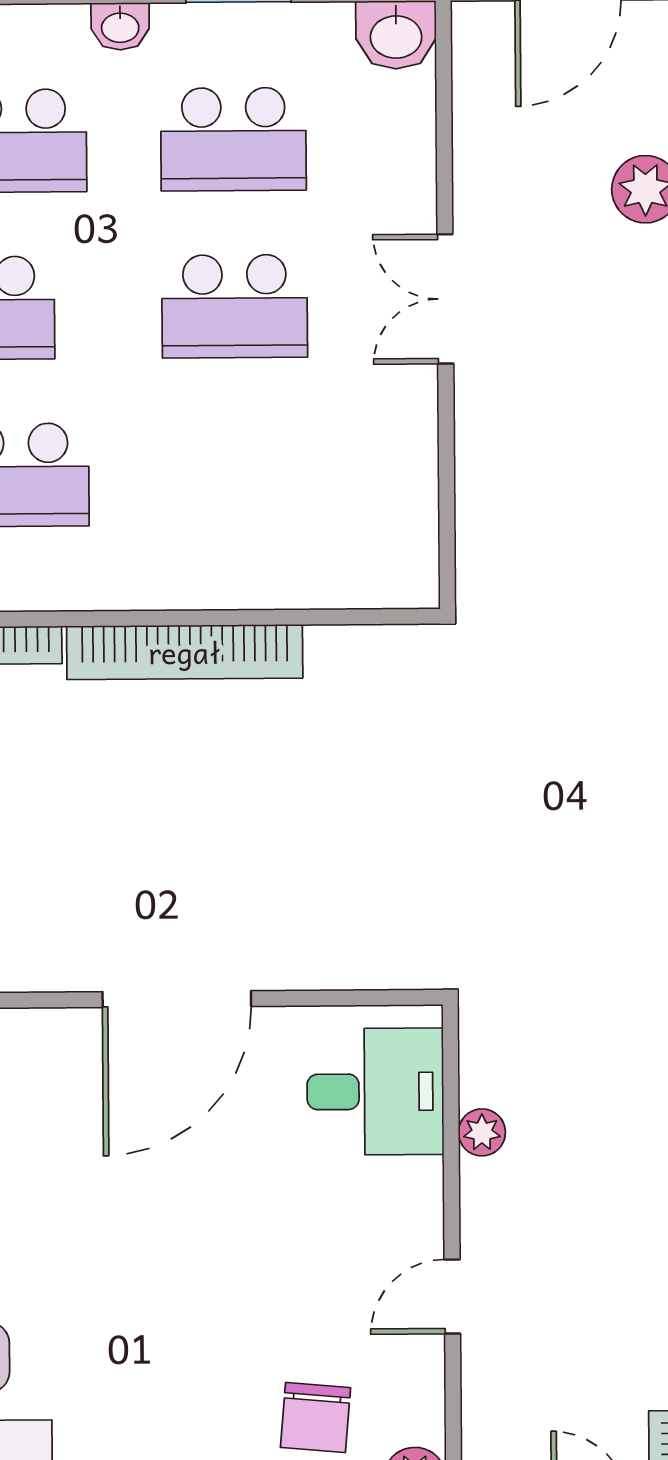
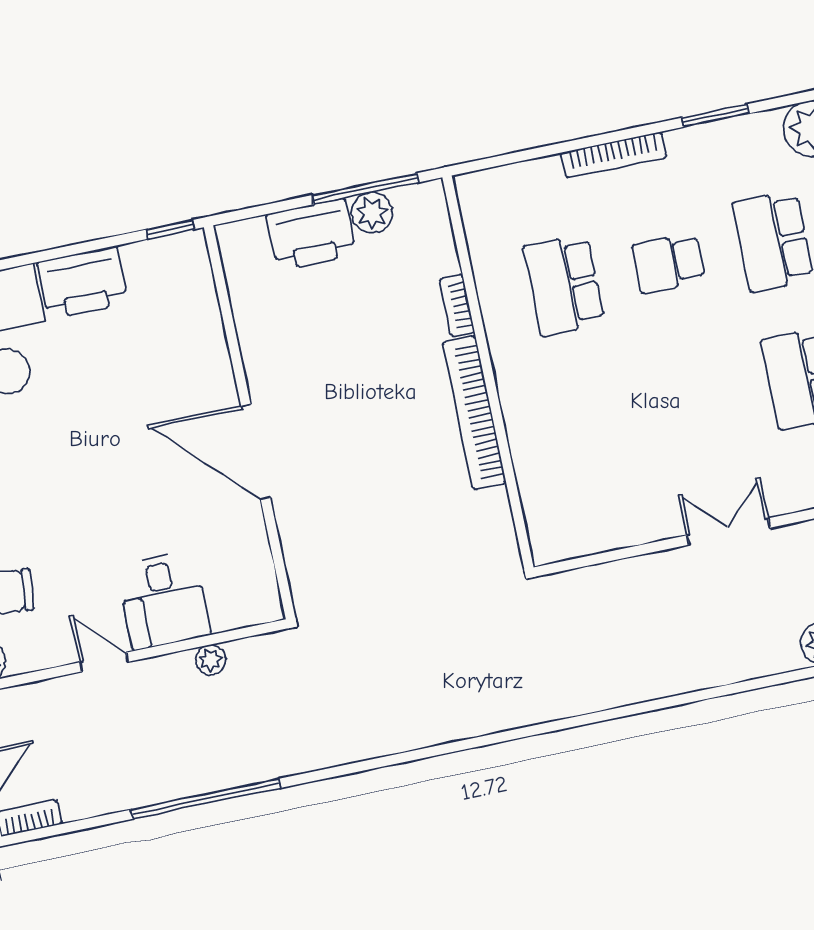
school desk: (235, 306) -> (697, 400), removed
desk: (375, 1092) -> (164, 600), moved

